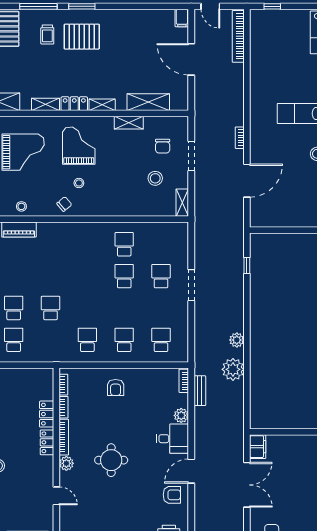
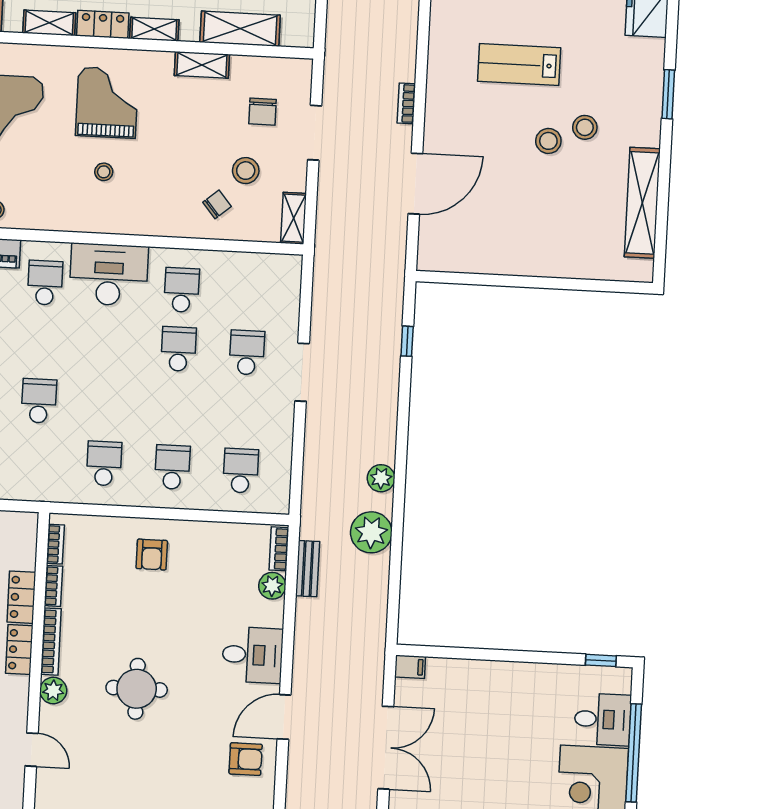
chair: (64, 204) -> (217, 204), moved
desk: (85, 238) -> (109, 275), added
school desk: (51, 244) -> (45, 283), added
plant: (181, 415) -> (272, 586), moved
filing cabinet: (258, 447) -> (410, 667), width x0.50

